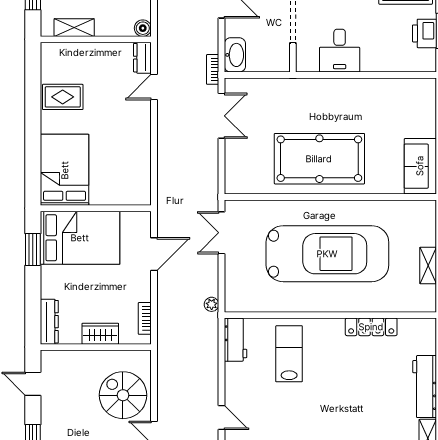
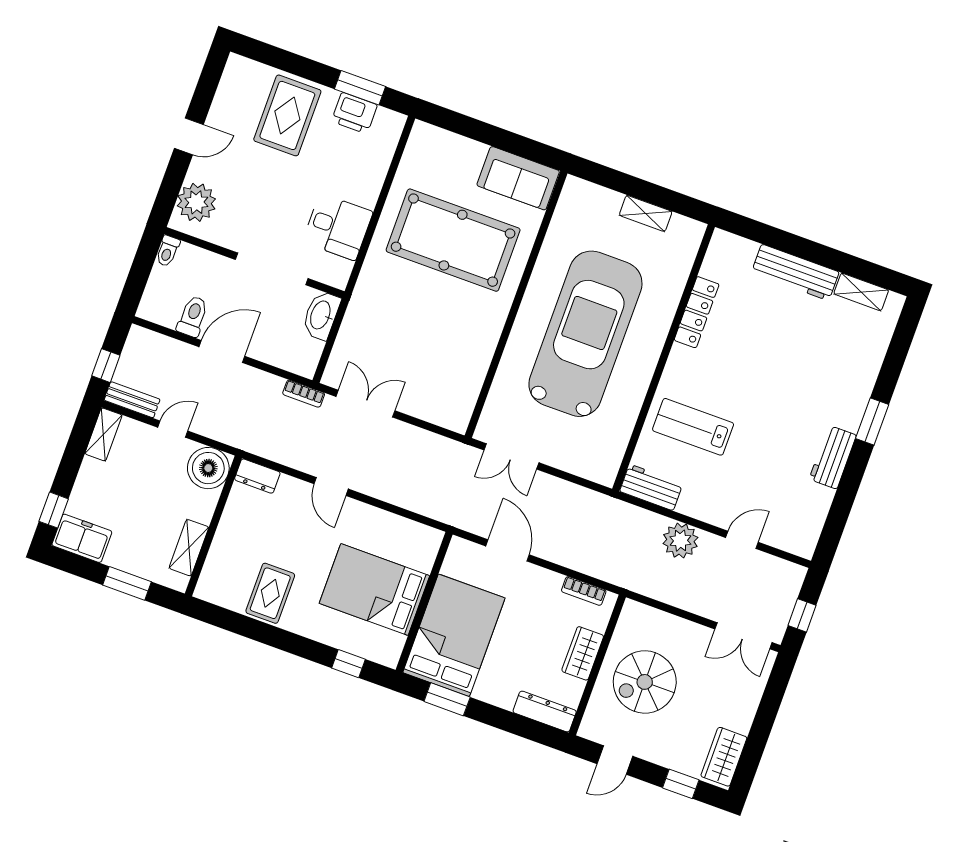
boiler: (143, 28) -> (208, 468), width x1.86, depth x1.86
washbasin: (235, 55) -> (321, 315), moved, turned -90
door: (154, 87) -> (331, 486), moved
pool table: (319, 159) -> (453, 240), moved, turned 90
window: (33, 170) -> (348, 664), added
bed: (65, 170) -> (374, 590), moved
plant: (212, 304) -> (680, 541), moved, width x1.88, depth x1.88
spiral stairs: (123, 395) -> (645, 682), moved

